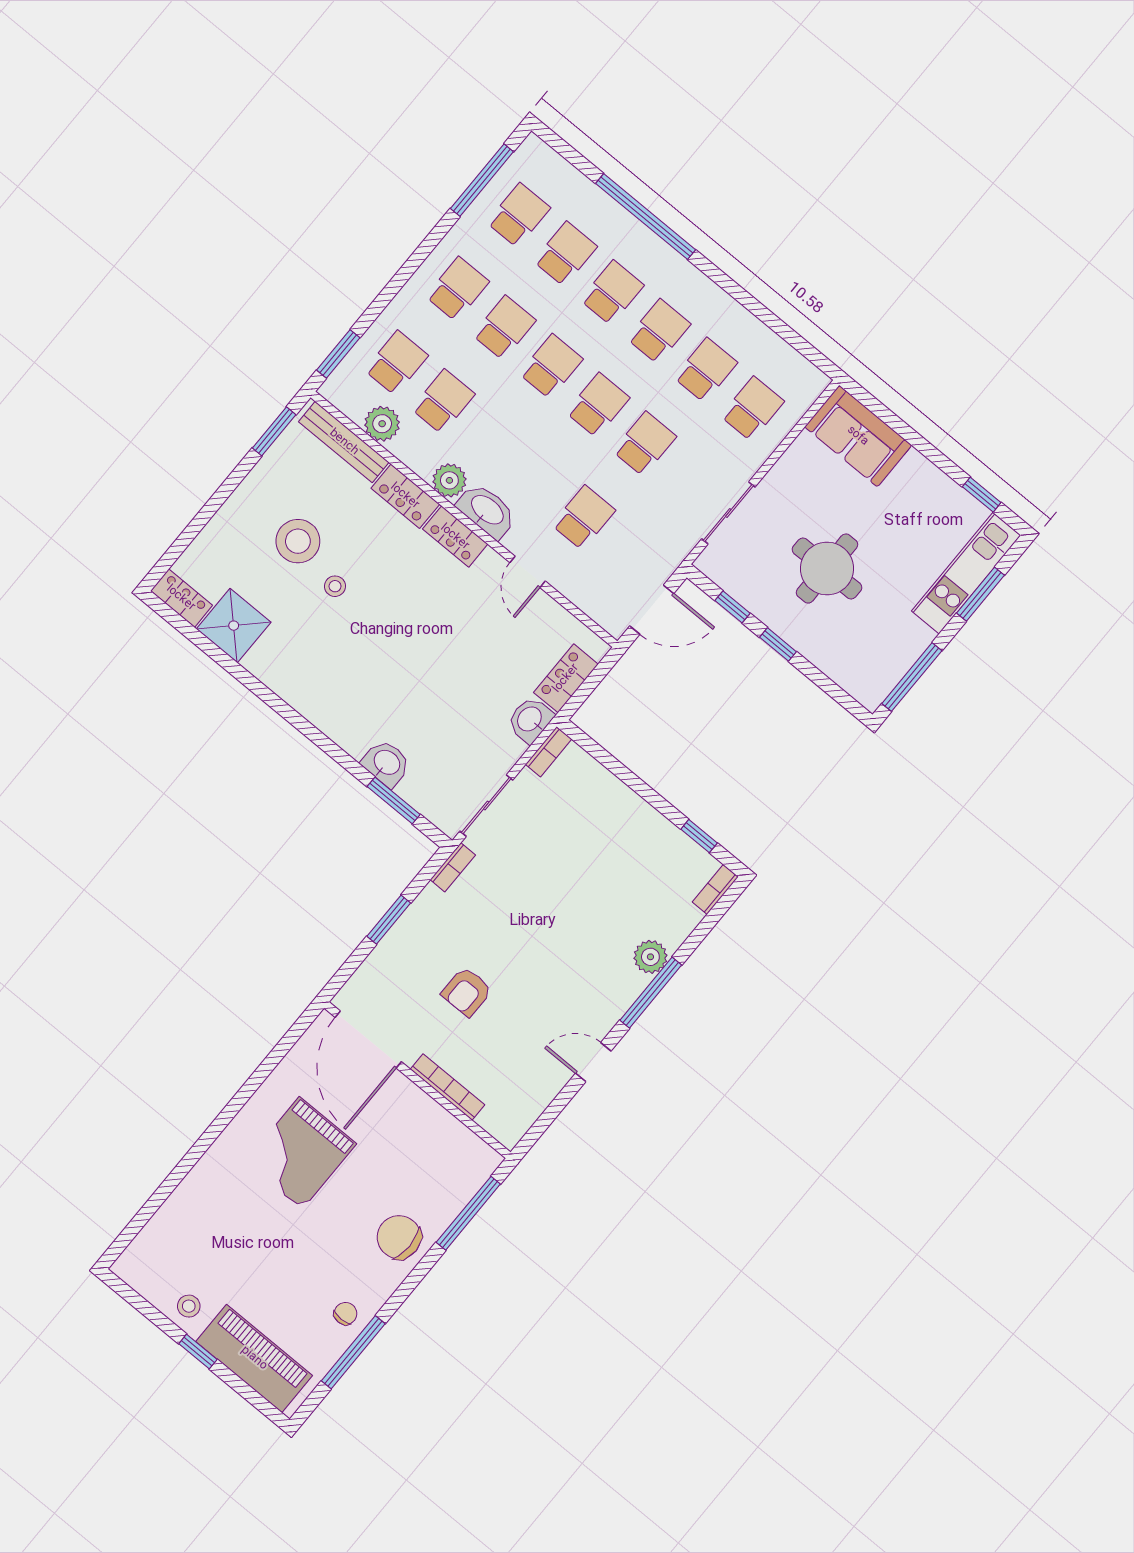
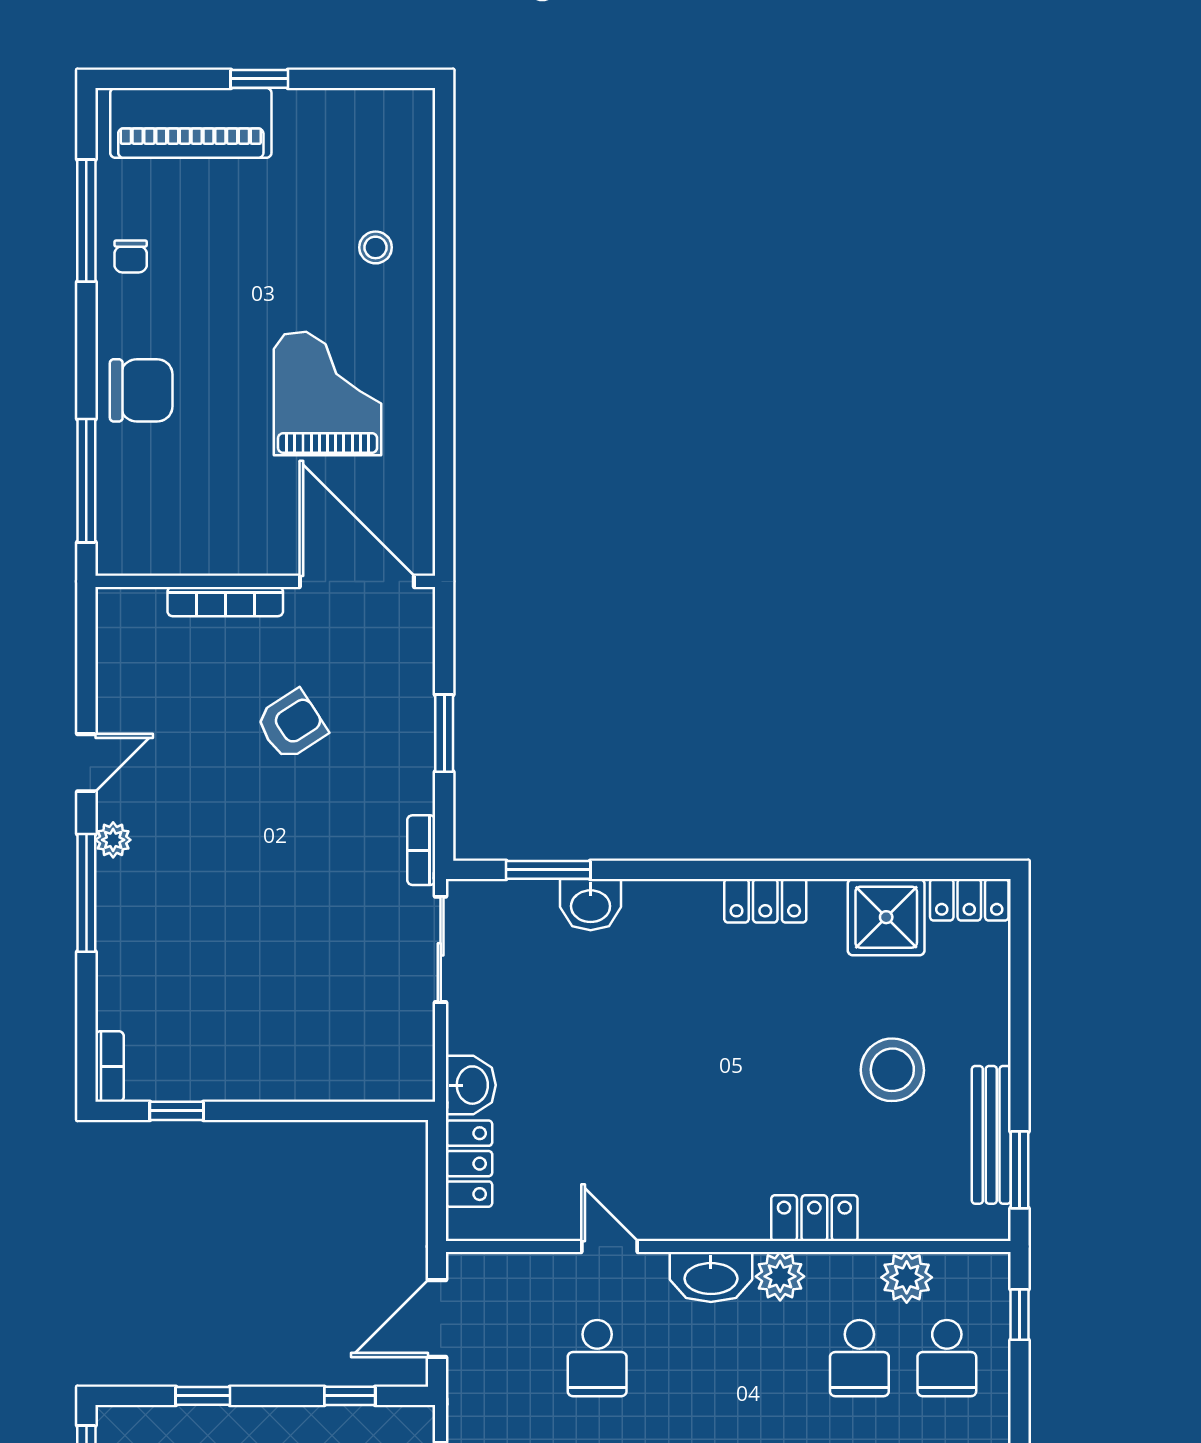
window: (338, 354) -> (1020, 1315), width x0.67
bench: (344, 442) -> (991, 1135), moved, turned 90
locker: (455, 537) -> (765, 901), moved, turned 180
stool: (335, 586) -> (810, 1054), removed
window: (778, 644) -> (203, 1396), moved
bookcase: (549, 752) -> (421, 1066), removed
plant: (650, 957) -> (113, 840), moved, width x0.73, depth x0.73
armchair: (467, 992) -> (292, 725), turned 57
stool: (189, 1306) -> (376, 247), moved

